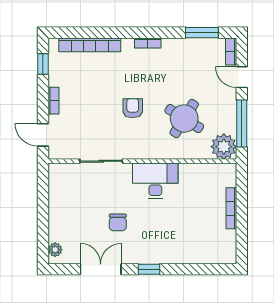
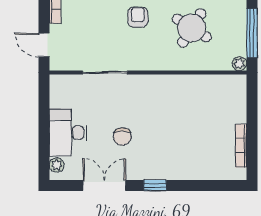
plant: (224, 147) -> (239, 64), width x0.53, depth x0.53
desk: (155, 181) -> (68, 133), moved, turned -90
bookcase: (231, 208) -> (241, 146), moved

